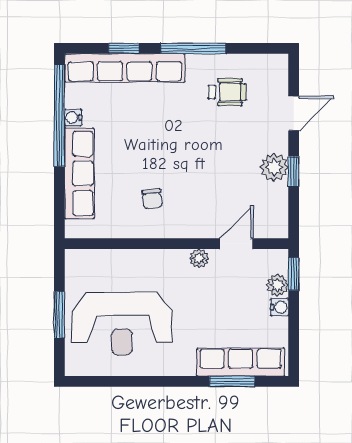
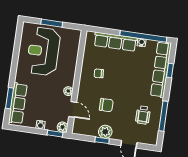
window: (193, 48) -> (163, 116), moved
chair: (217, 173) -> (106, 105), added
plant: (277, 285) -> (62, 127), moved

